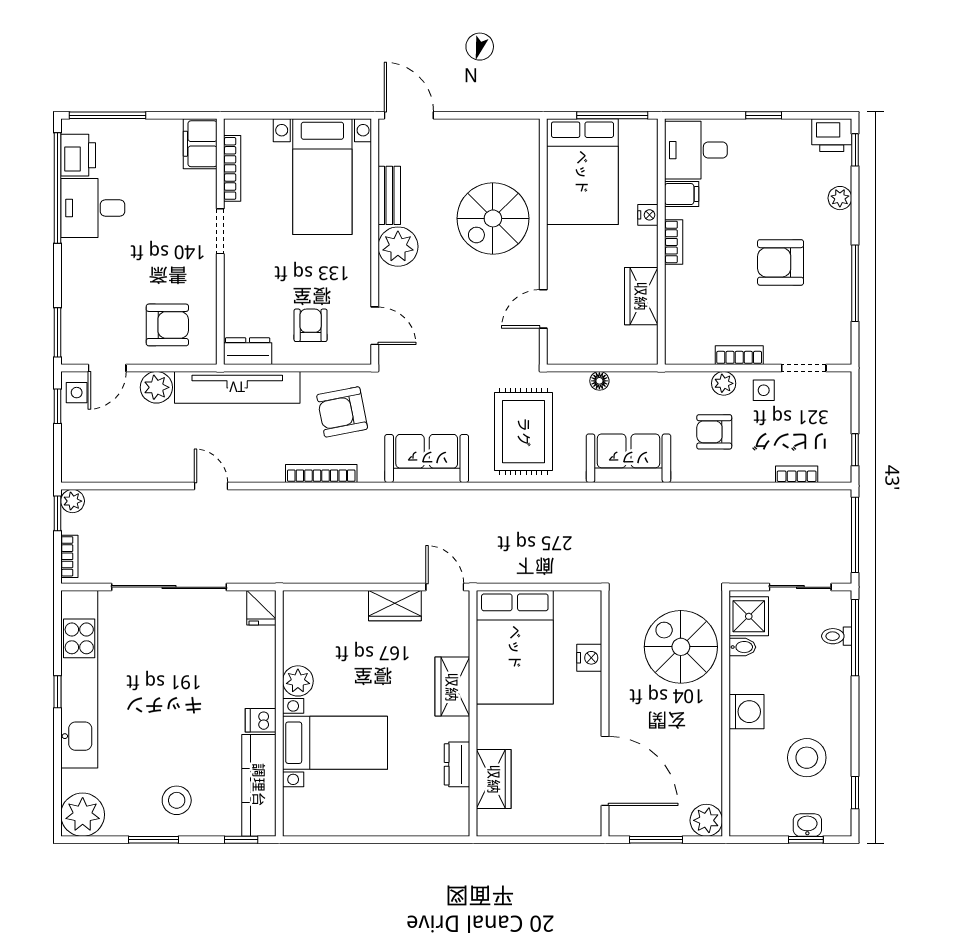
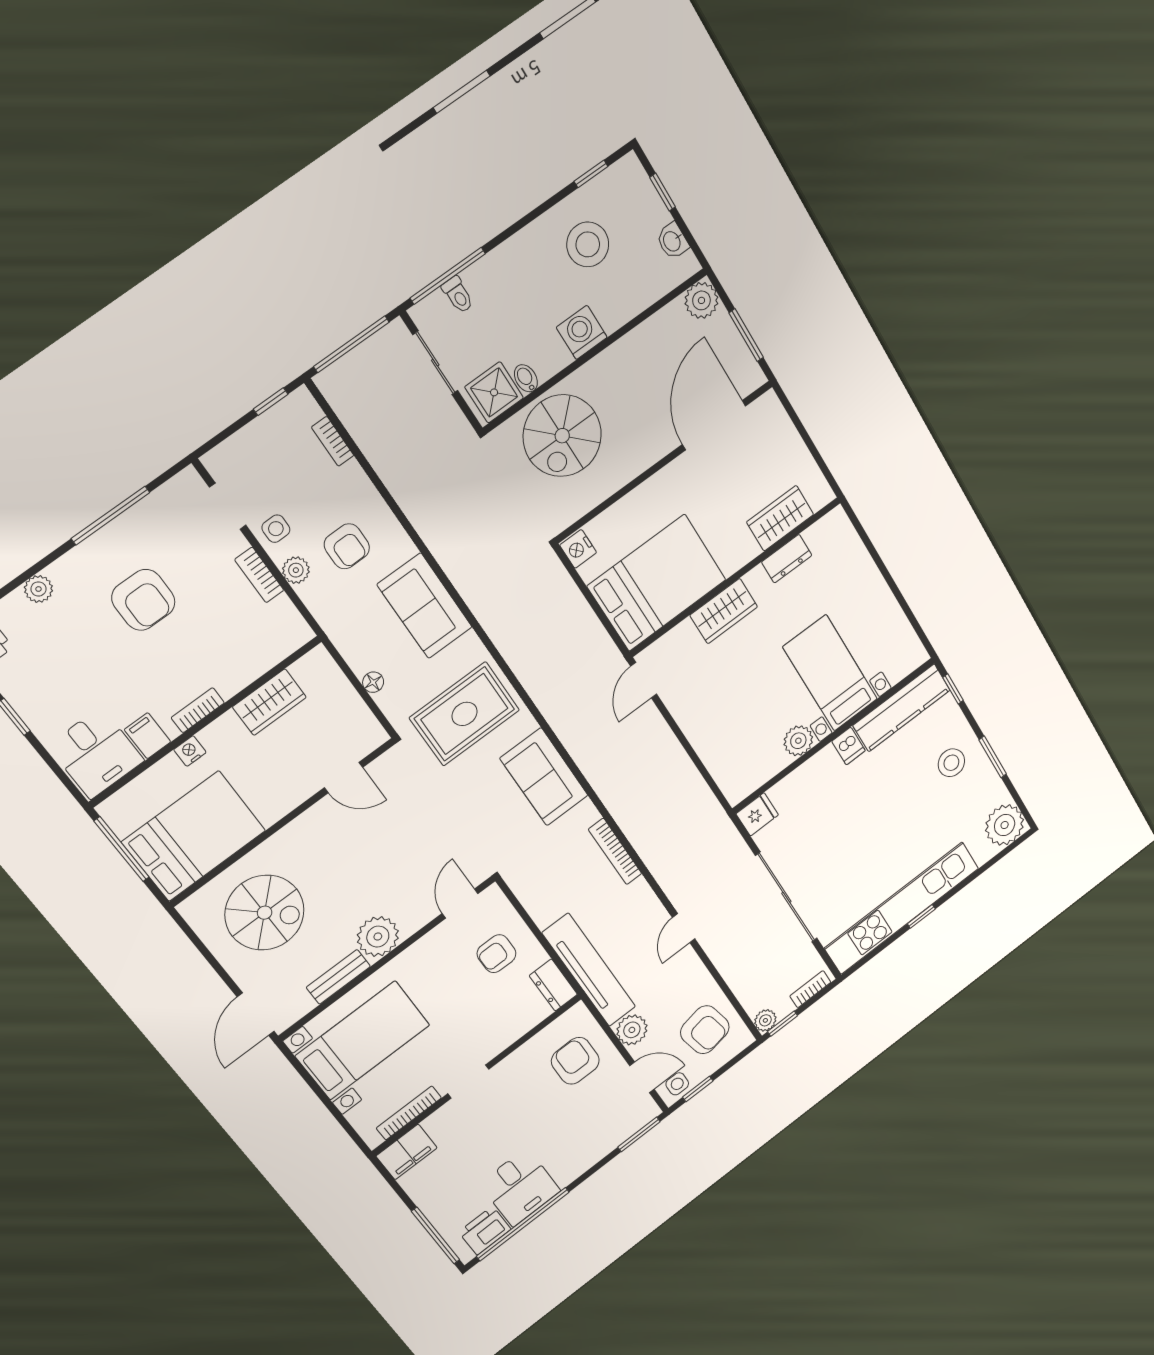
spiral stairs: (493, 218) -> (265, 913), moved
armchair: (342, 412) -> (705, 1030), moved
wardrobe: (395, 606) -> (686, 710), removed
nightstand: (589, 658) -> (578, 549), moved, turned -90
washbasin: (807, 825) -> (672, 241), moved

